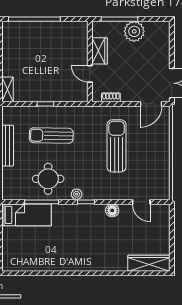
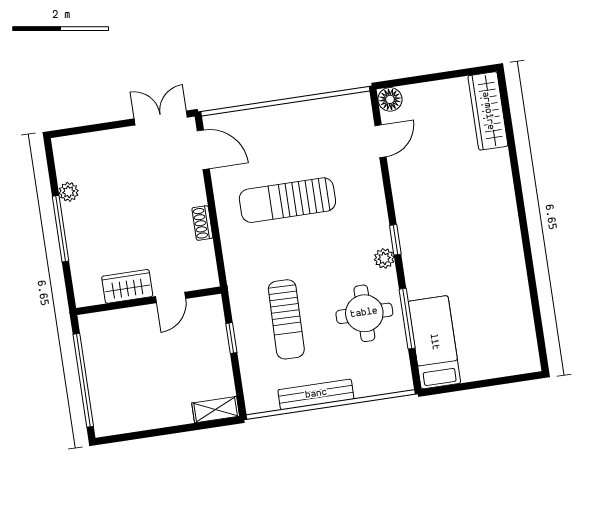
plant: (134, 31) -> (69, 192), width x0.53, depth x0.53
wardrobe: (100, 51) -> (127, 286), moved
wall: (90, 62) -> (149, 301), moved
door: (90, 74) -> (171, 298), moved
floor lamp: (112, 210) -> (390, 99), moved

